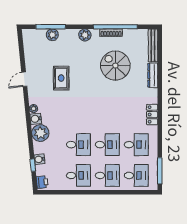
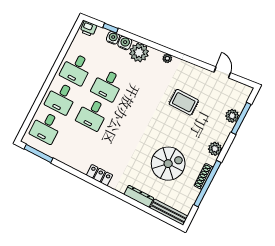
door: (24, 79) -> (222, 72), moved
water cooler: (36, 119) -> (125, 43), moved
desk: (136, 145) -> (77, 143), removed

